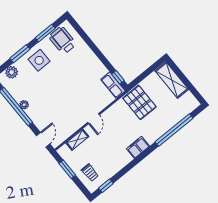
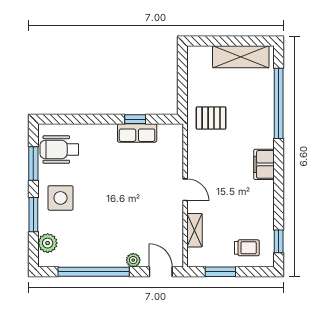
window: (118, 77) -> (135, 119), moved
shelving: (172, 80) -> (241, 57), moved
row of seats: (113, 85) -> (137, 133), moved
pallet: (140, 102) -> (211, 118), width x0.67, depth x0.71
plant: (24, 105) -> (133, 260), moved

